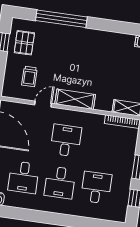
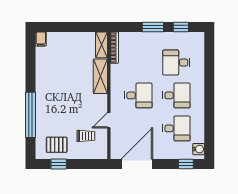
shelving: (75, 99) -> (100, 76), moved
door: (43, 104) -> (109, 120), hinge flipped
desk: (66, 141) -> (138, 95), turned 180

